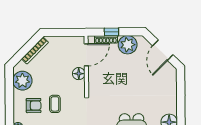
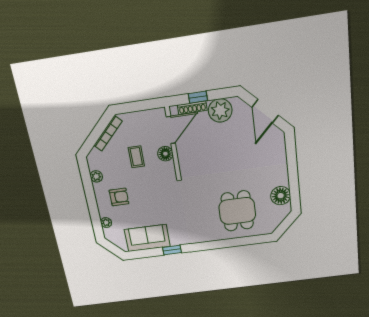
plant: (22, 81) -> (96, 176), width x0.53, depth x0.53
coffee table: (55, 104) -> (136, 157), moved

